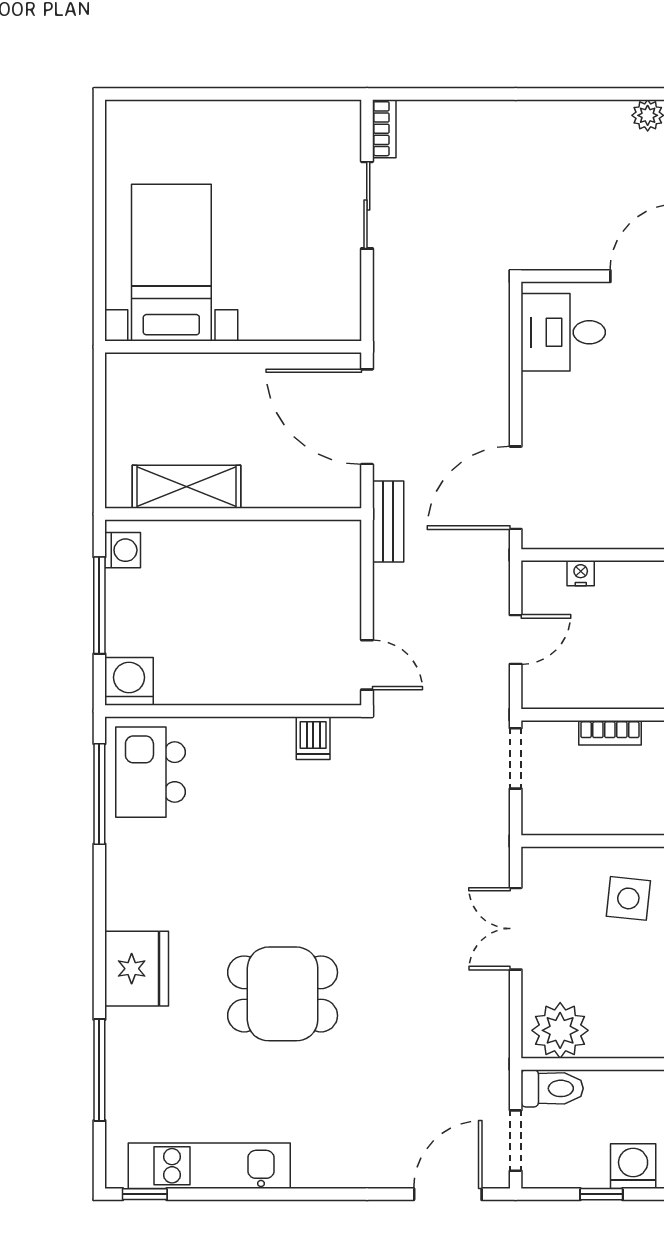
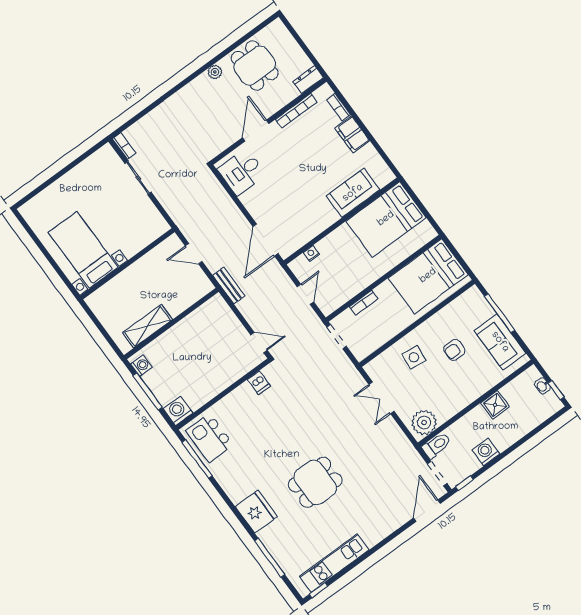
door: (367, 417) -> (194, 254), width x0.53
window: (601, 1194) -> (464, 483), moved

